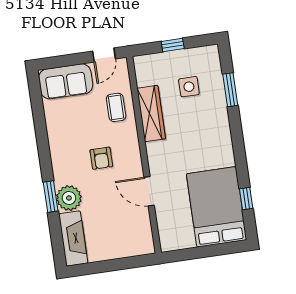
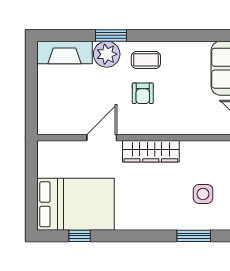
coffee table: (116, 107) -> (146, 60), moved
wardrobe: (151, 113) -> (151, 151), moved
armchair: (101, 158) -> (143, 93), turned -90

